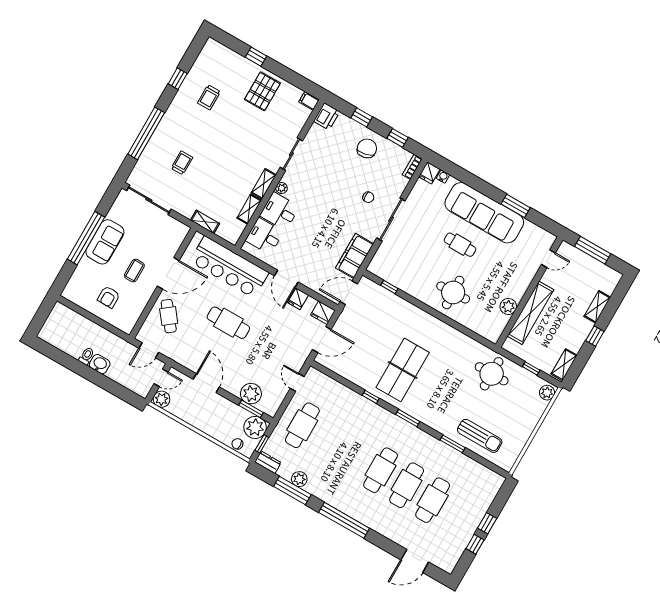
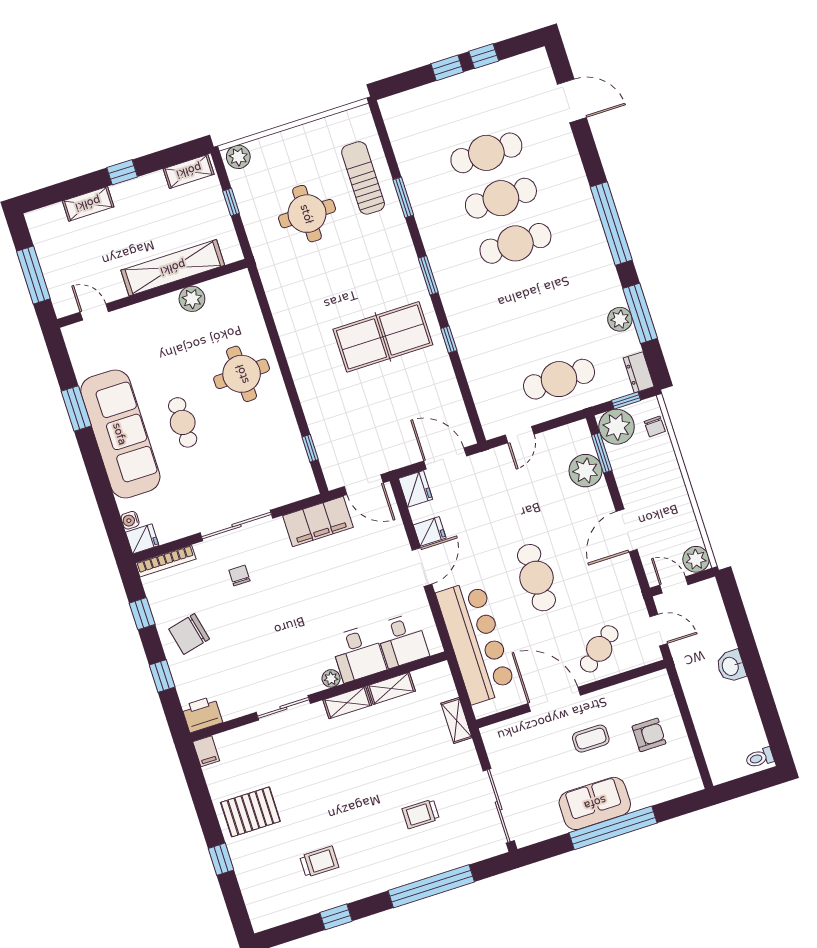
bookcase: (412, 167) -> (166, 561), width x1.56
toilet: (86, 356) -> (760, 758), moved
round table: (492, 374) -> (307, 214), moved

